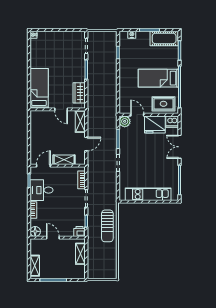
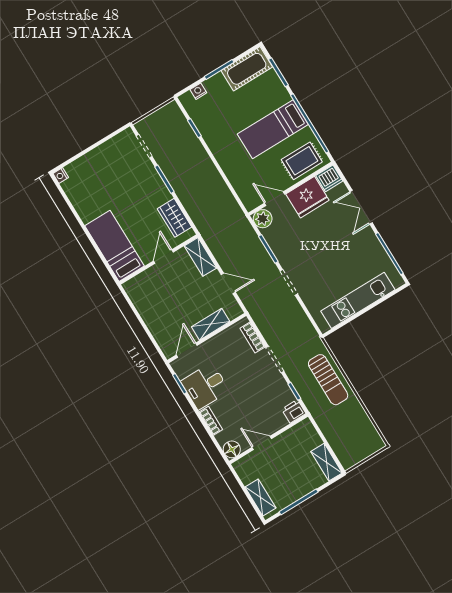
door: (61, 109) -> (163, 256), swing flipped
door: (86, 144) -> (228, 283), hinge flipped
shelving: (80, 254) -> (327, 462), moved

